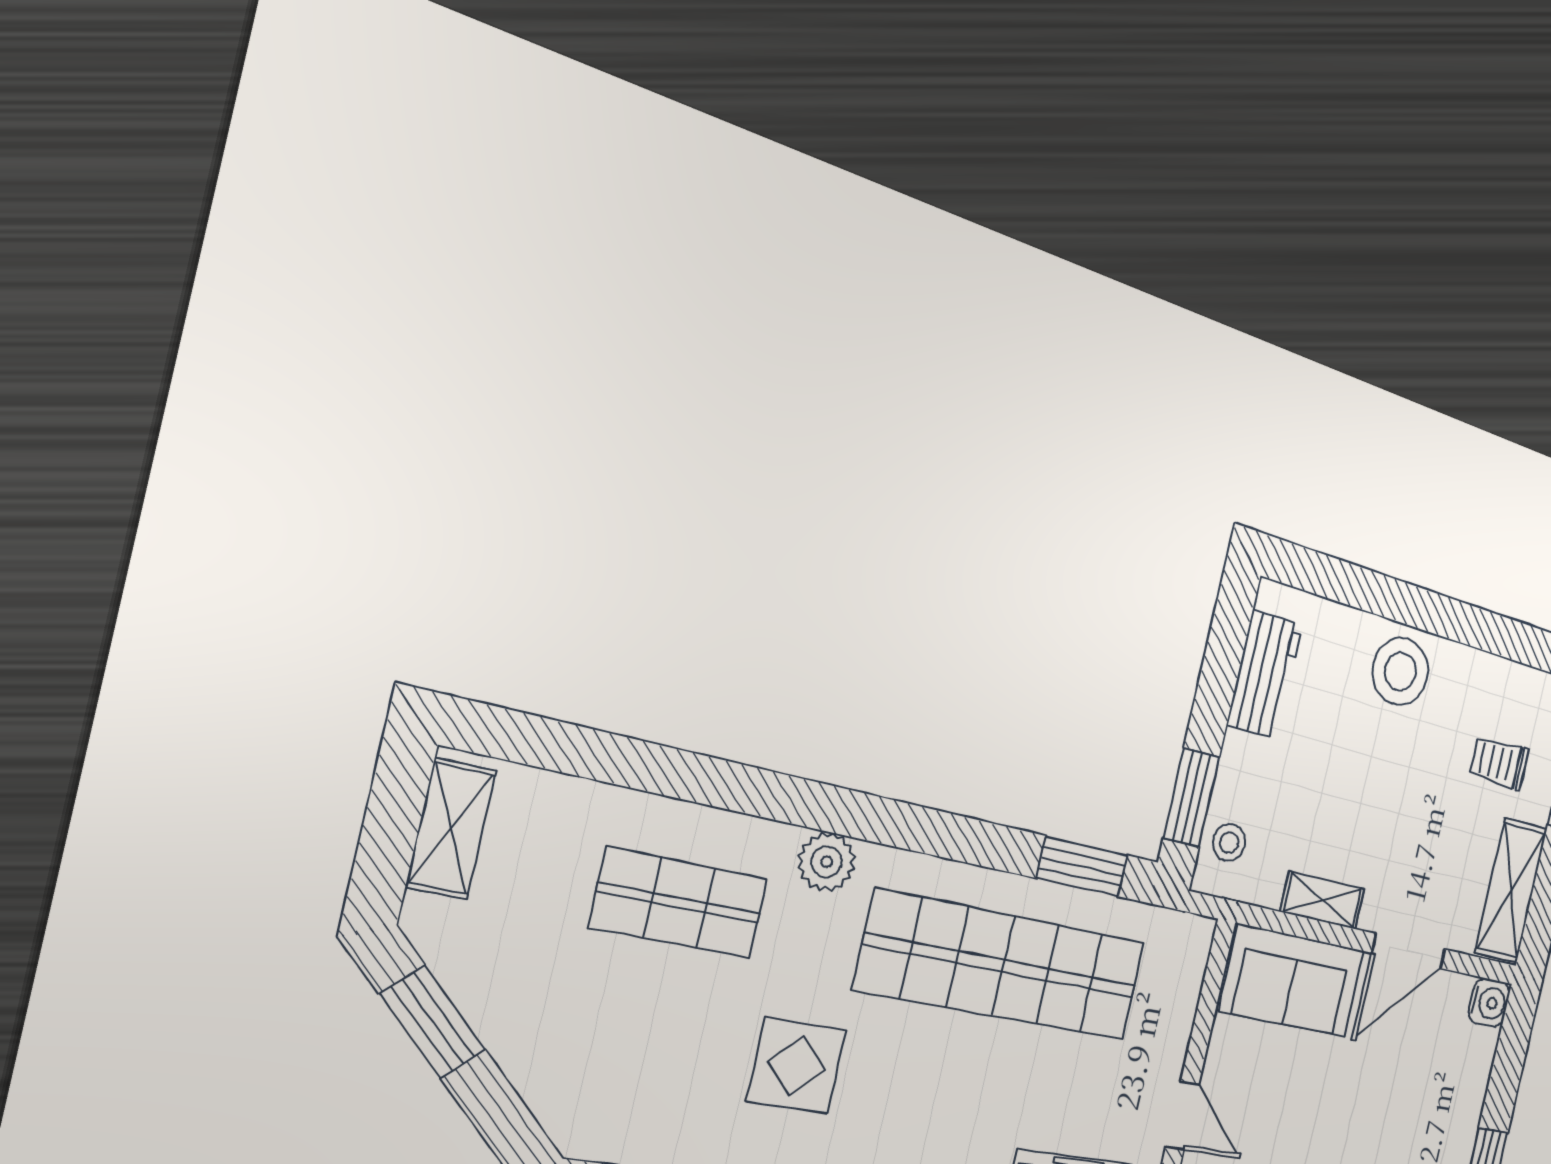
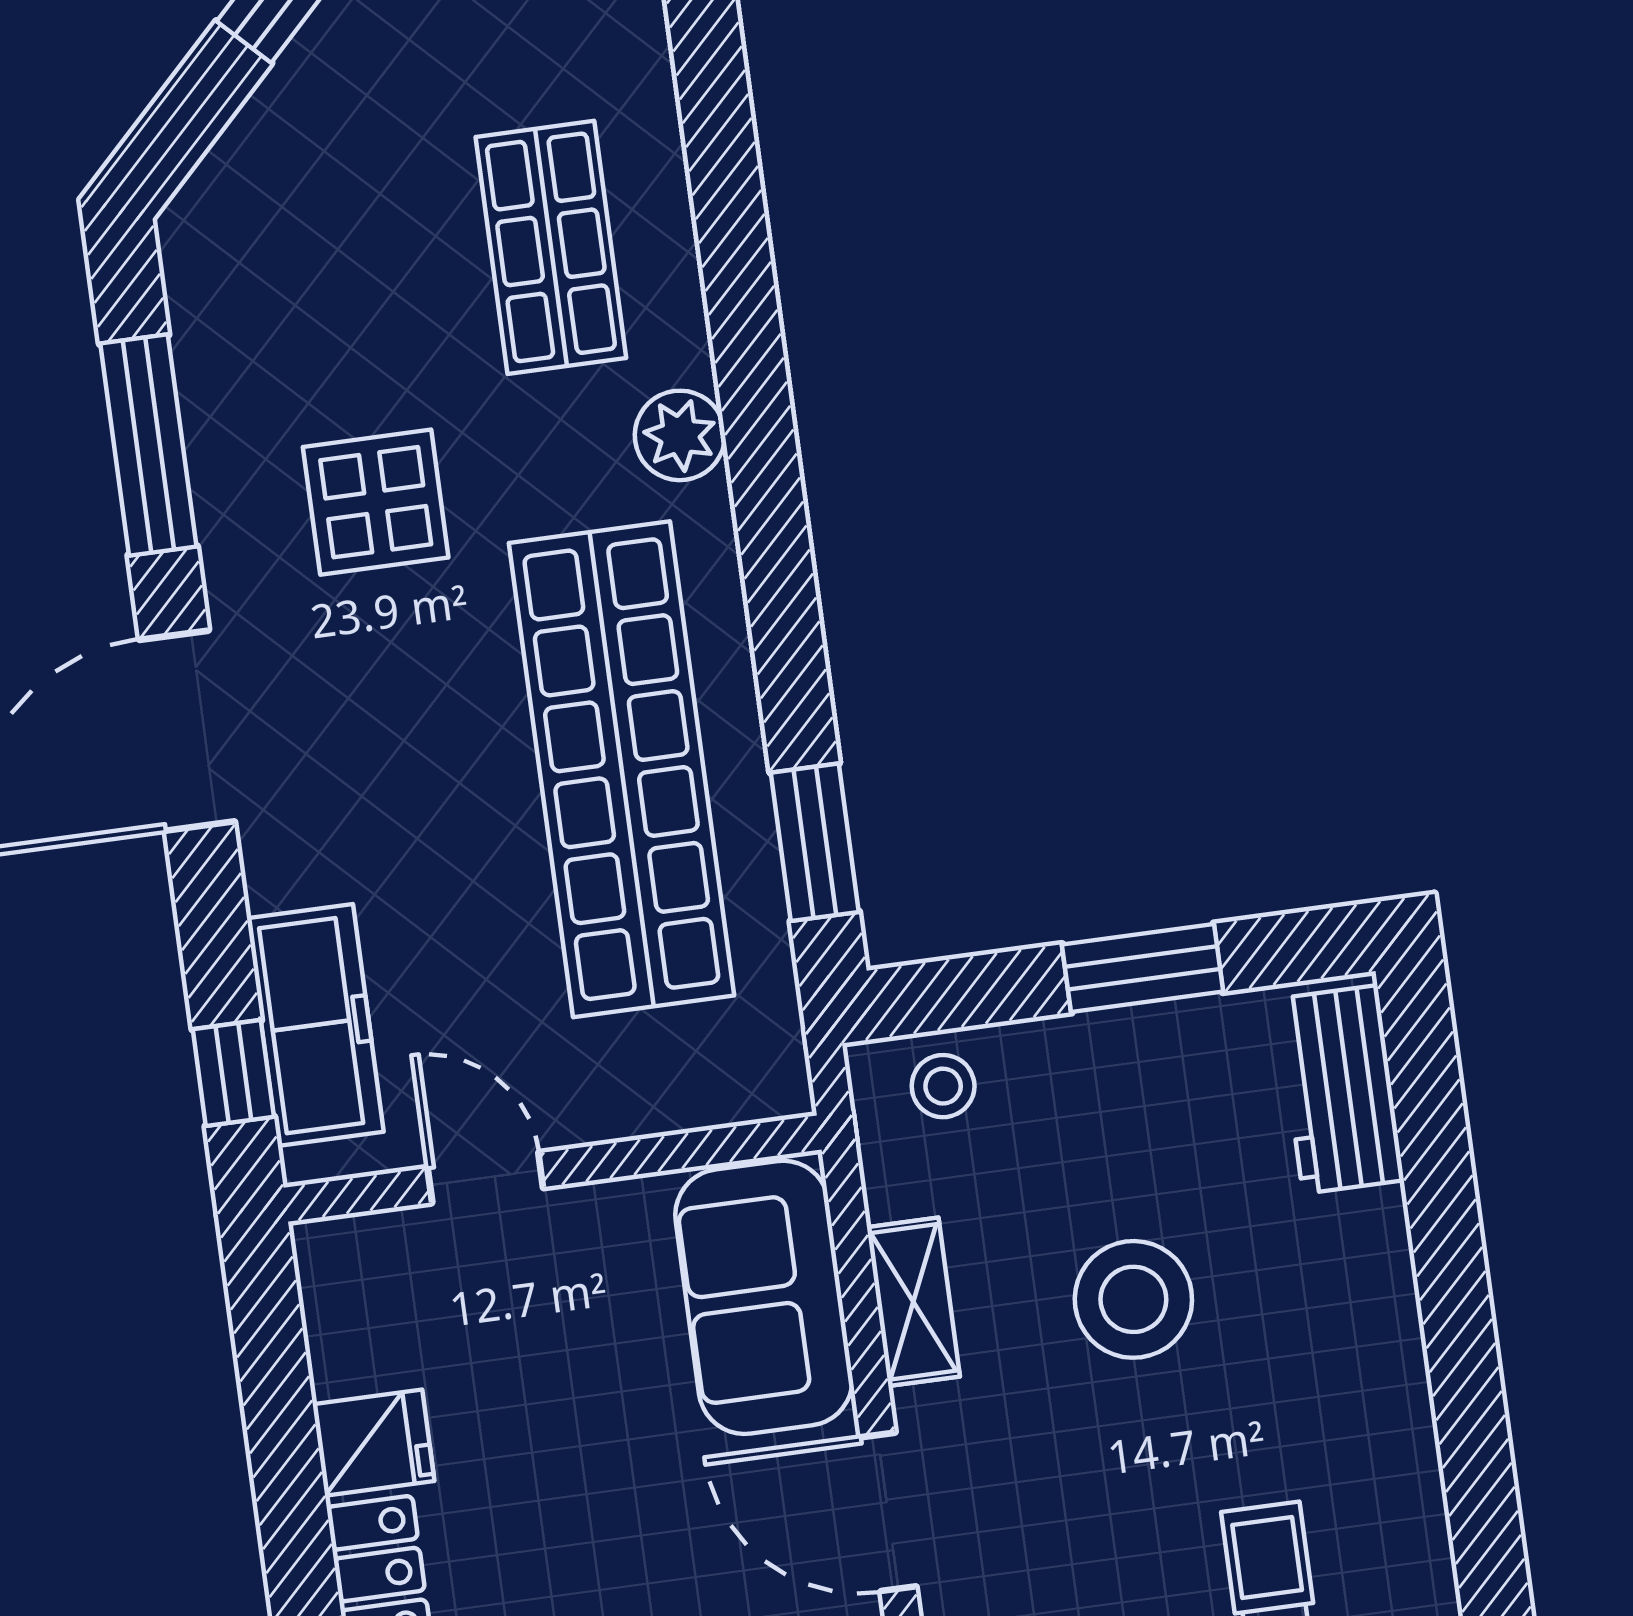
stool: (1400, 671) -> (1133, 1299), moved
workbench: (1265, 675) -> (1340, 1090), moved, turned 90
window: (1191, 798) -> (1143, 968), moved
door: (1182, 1115) -> (485, 1178), swing flipped

